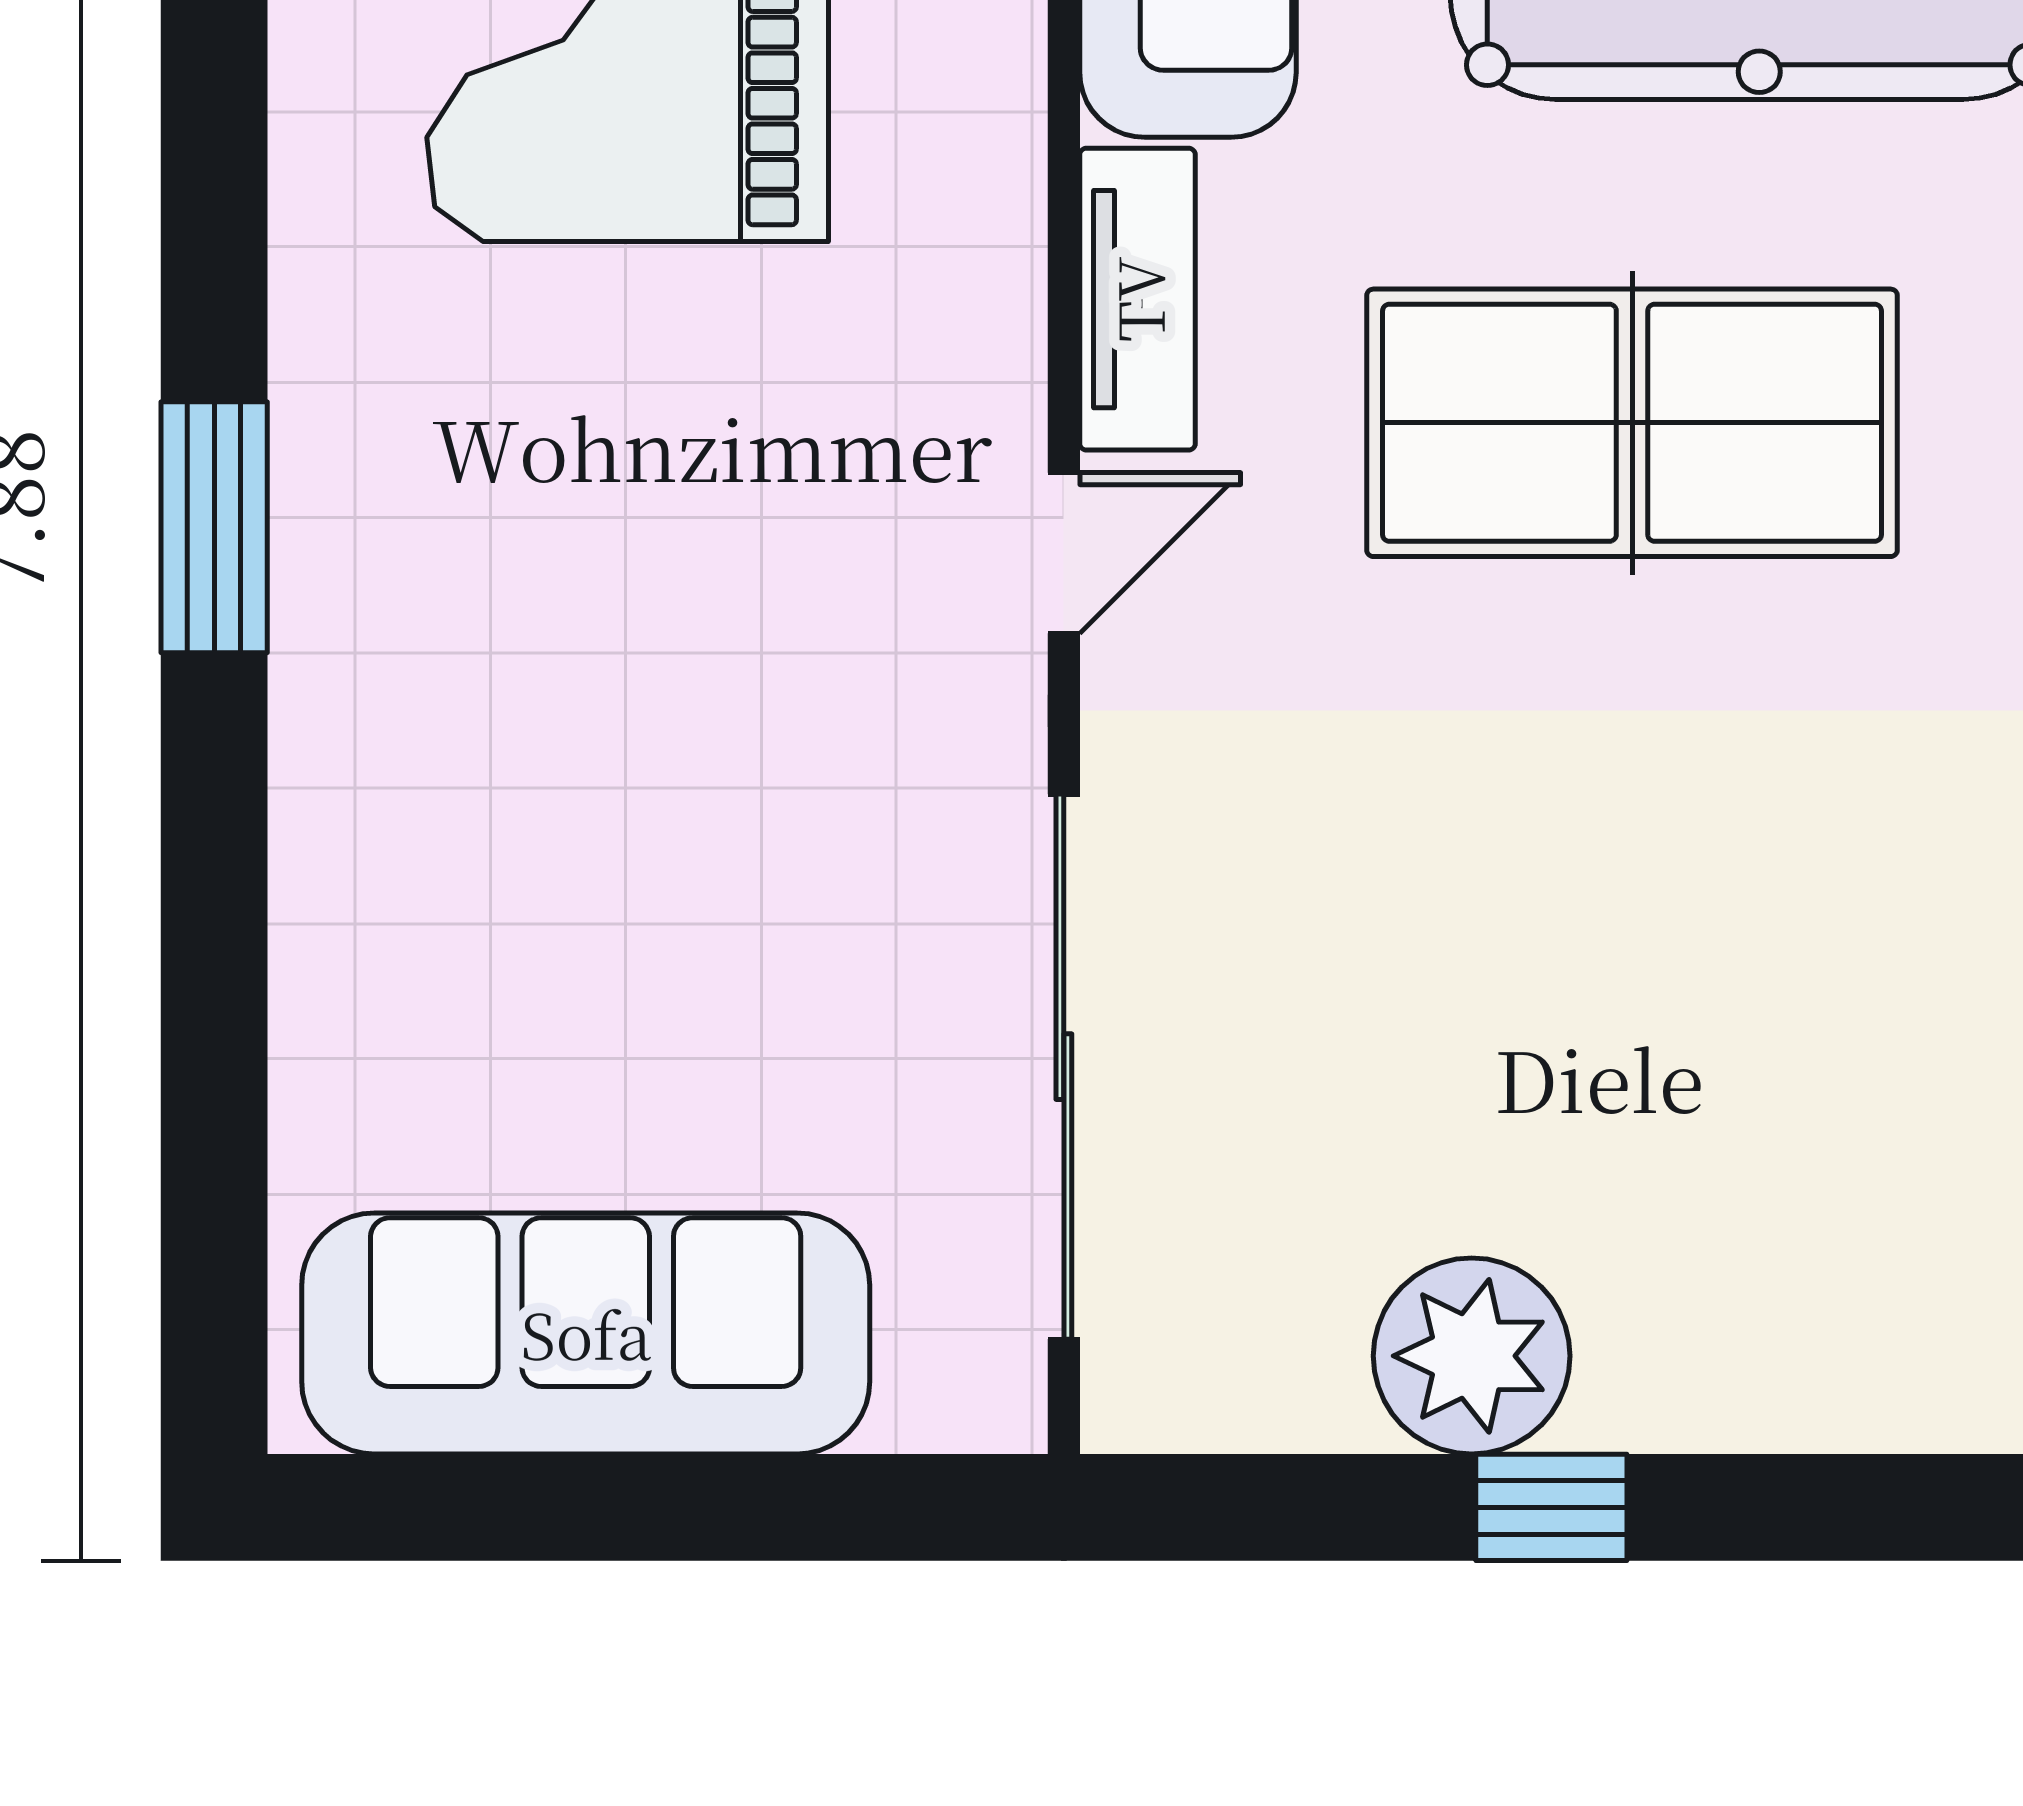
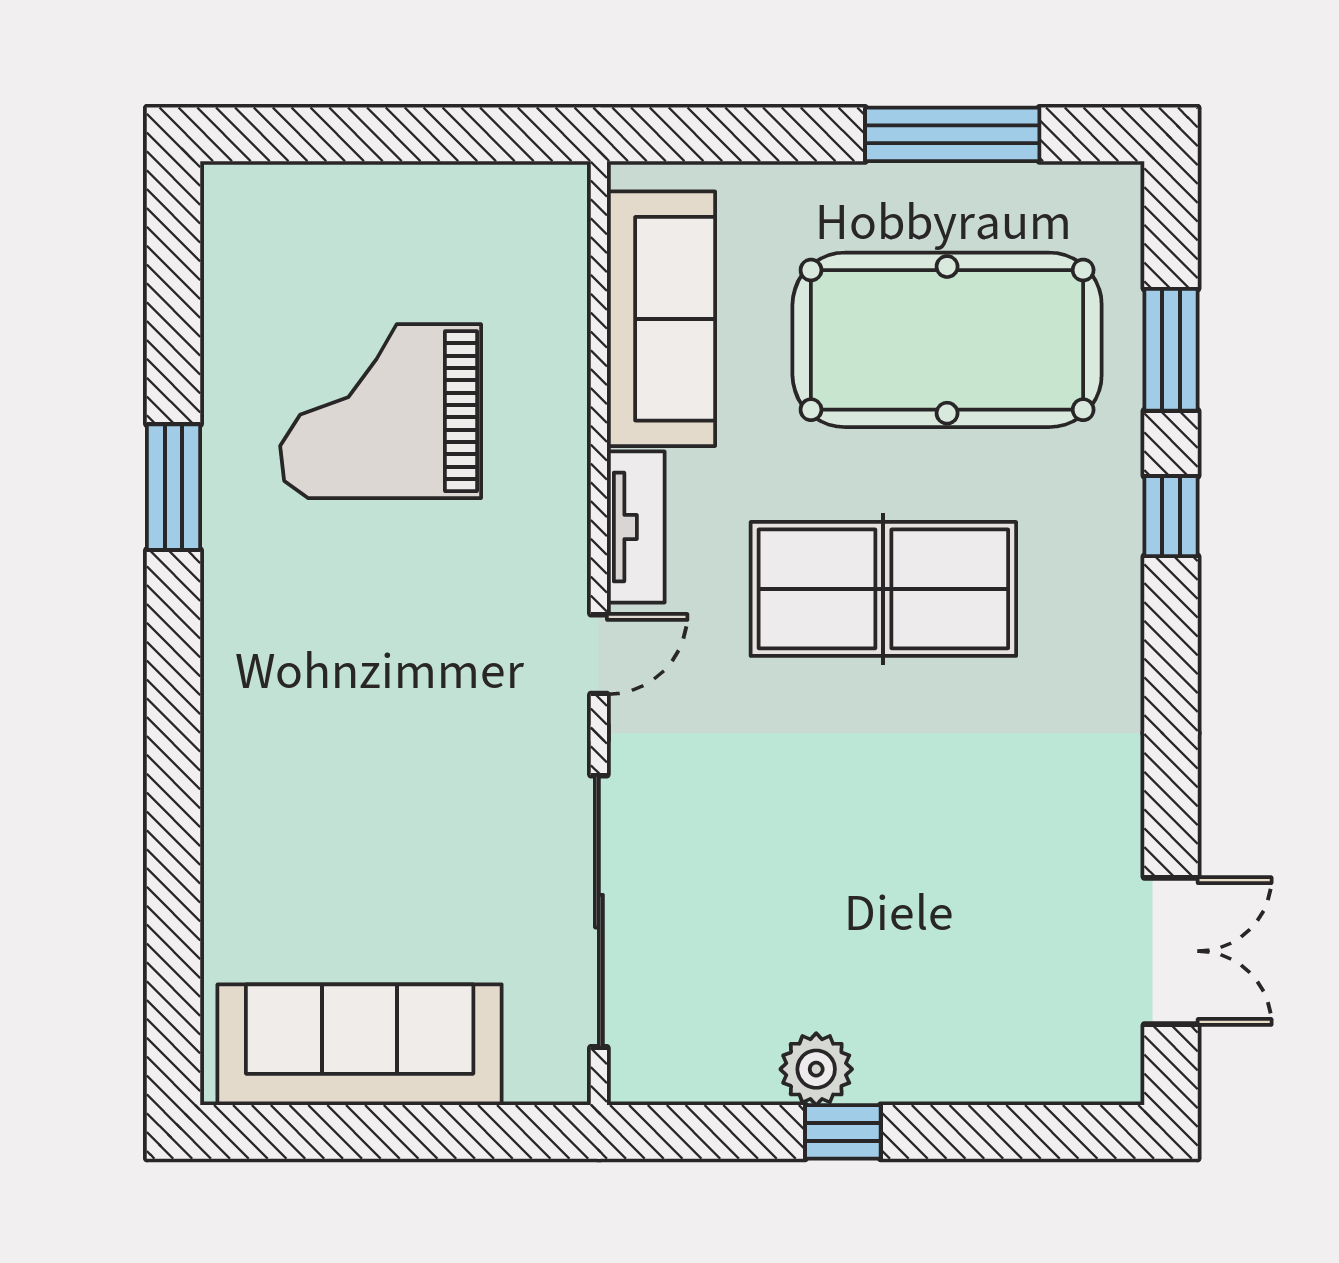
window: (214, 527) -> (174, 487), moved
plant: (1472, 1356) -> (816, 1069), width x0.73, depth x0.73

